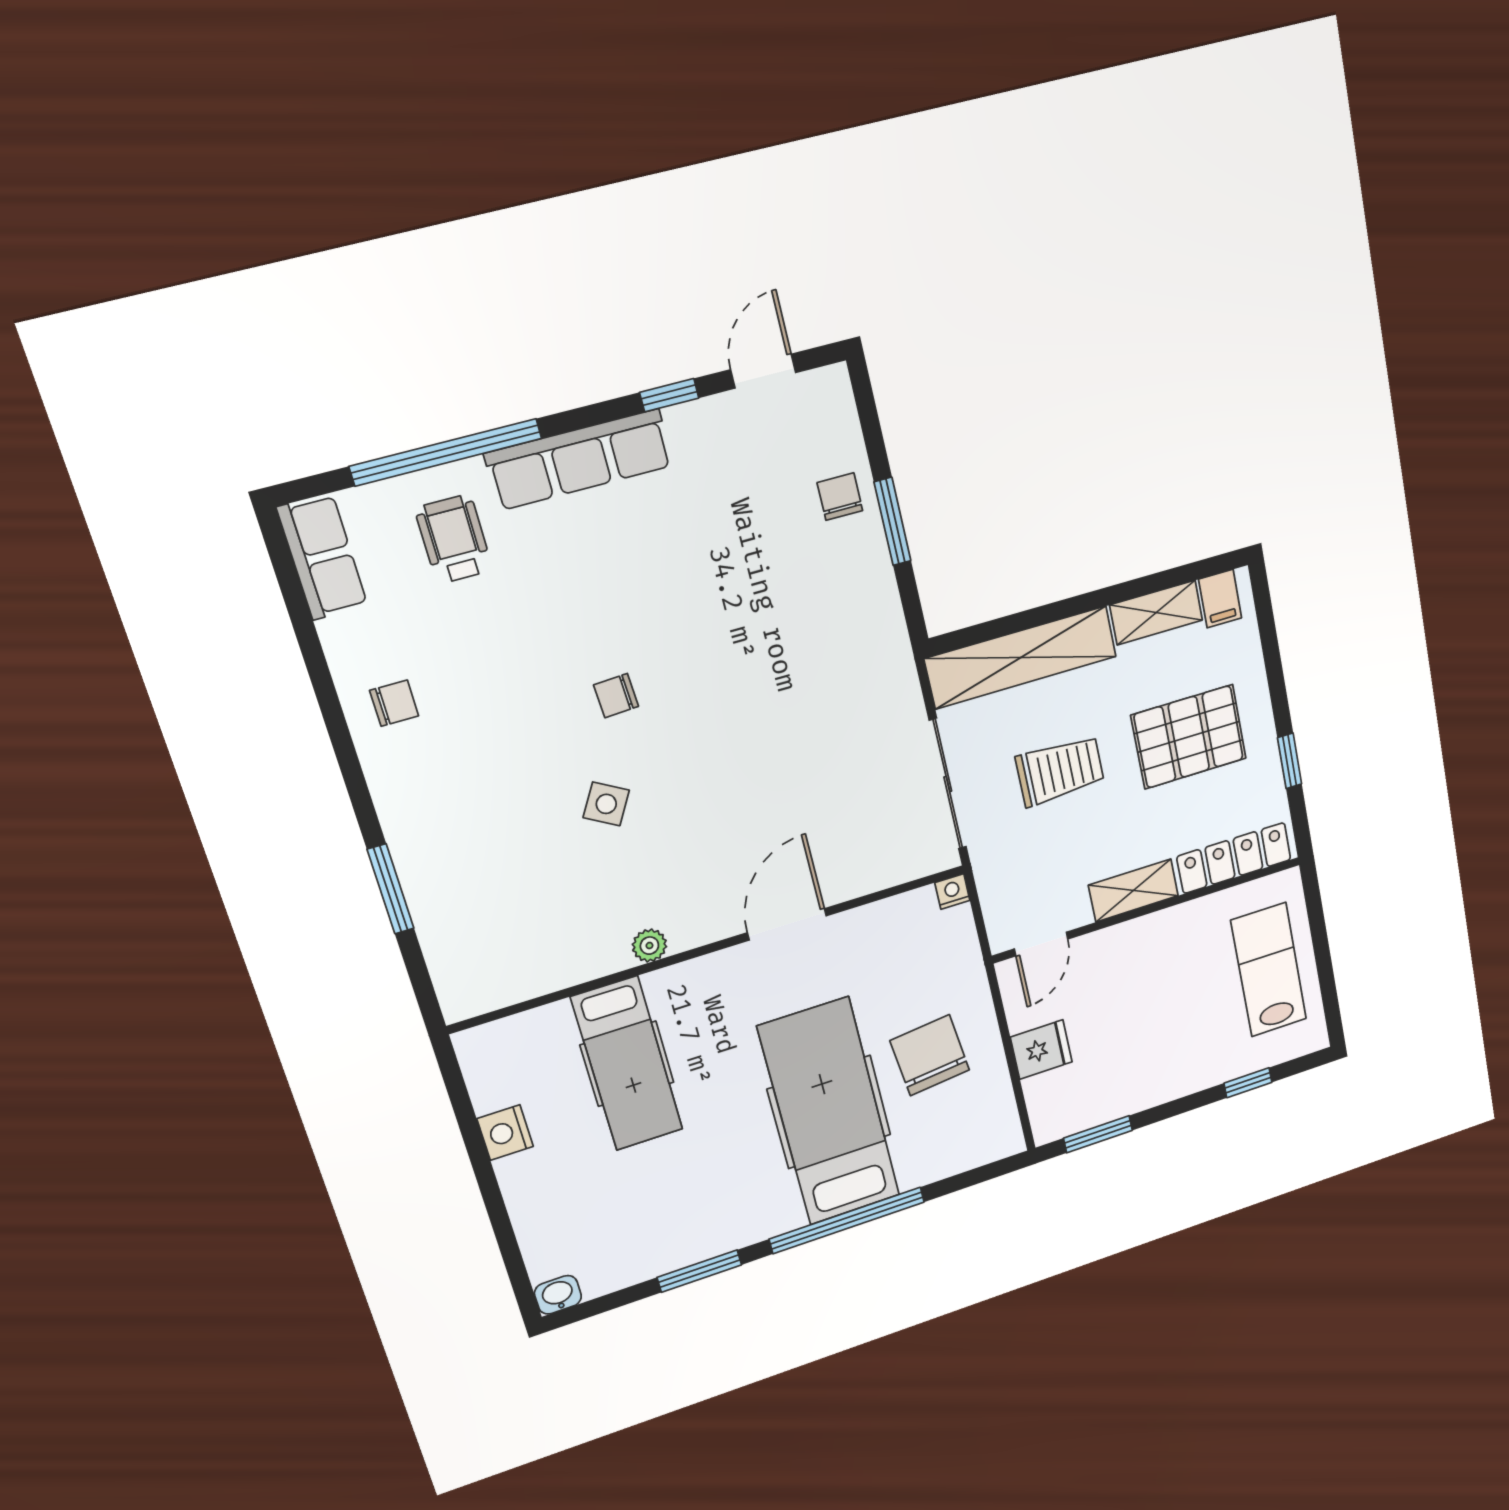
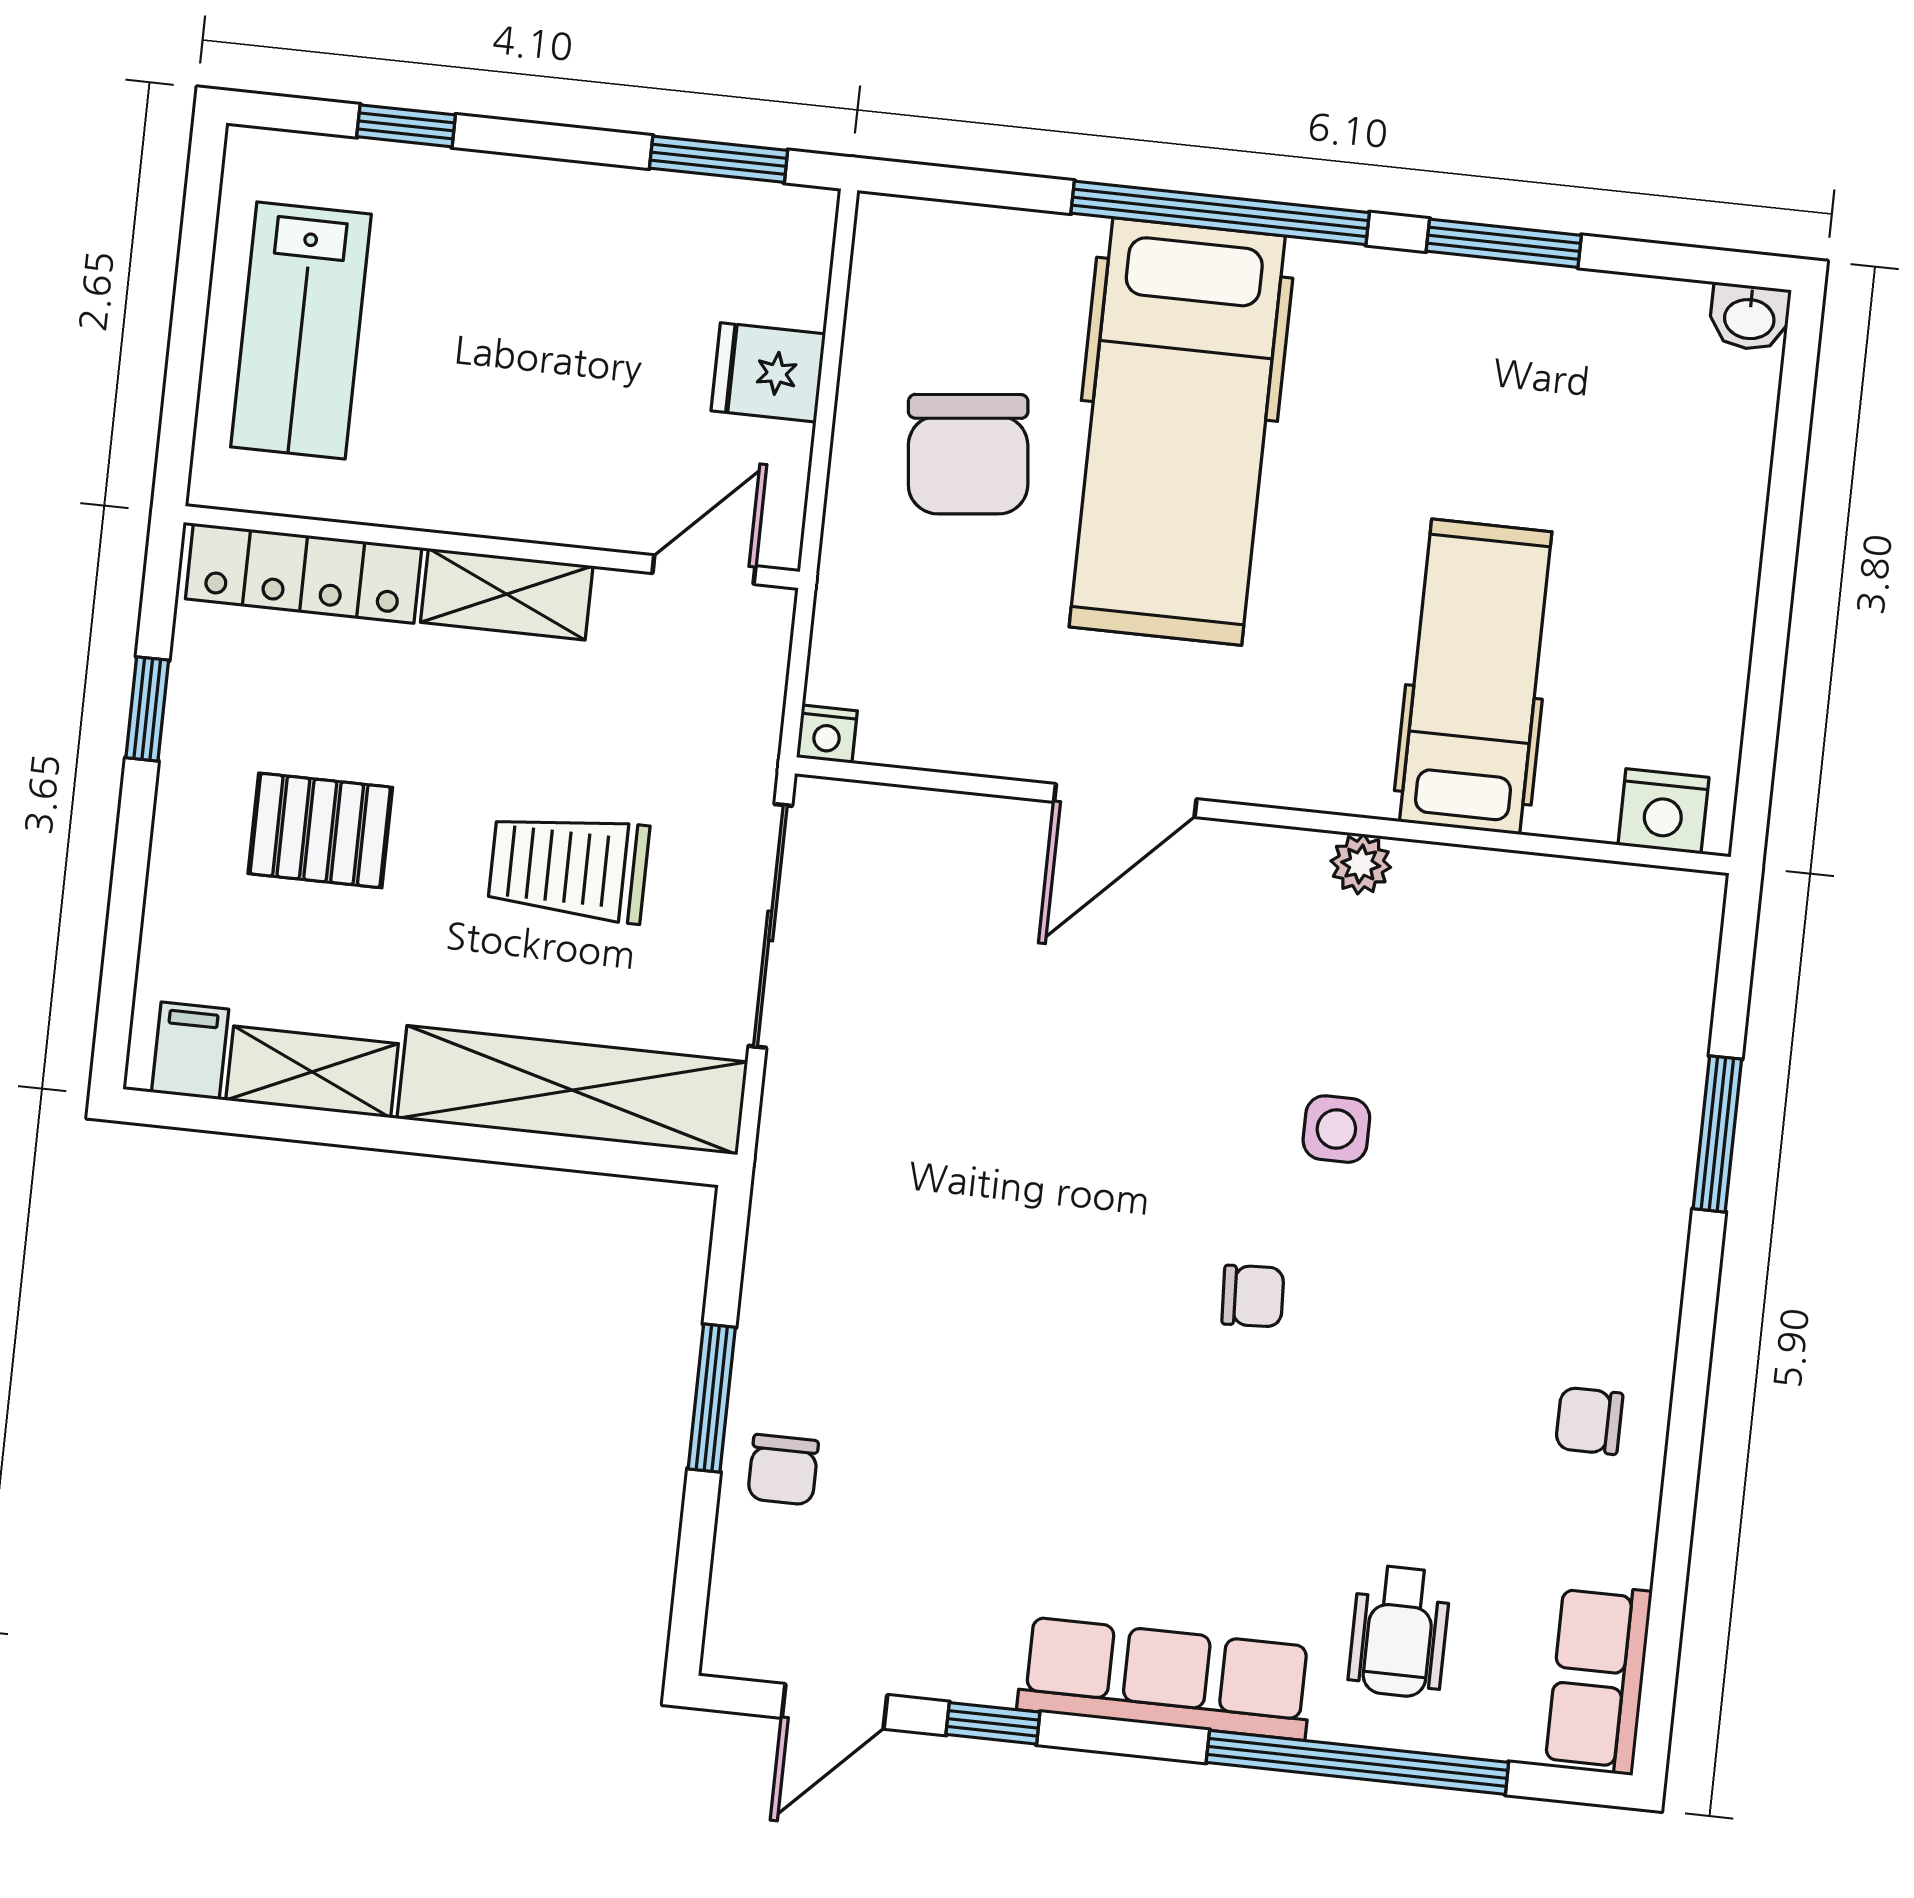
pallet: (1189, 737) -> (320, 830), width x0.67, depth x0.71
side table: (606, 804) -> (1336, 1129), turned -30
nightstand: (505, 1133) -> (1663, 811), moved, turned 90

